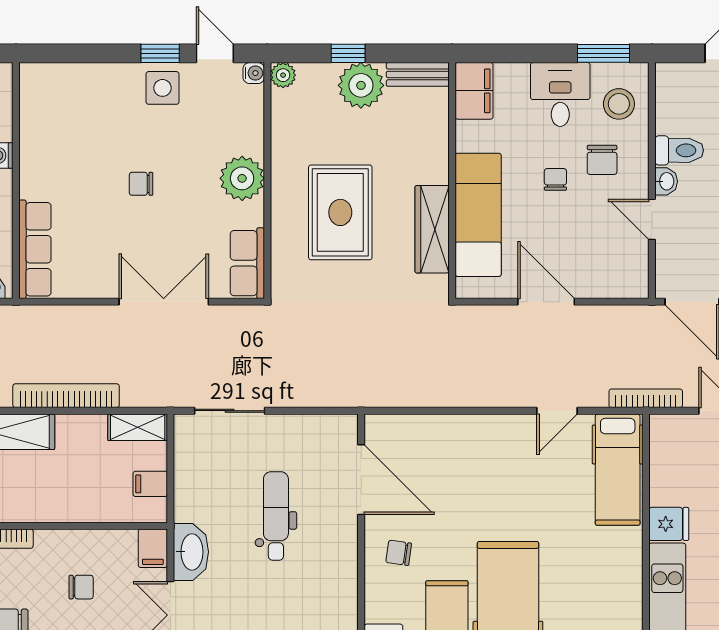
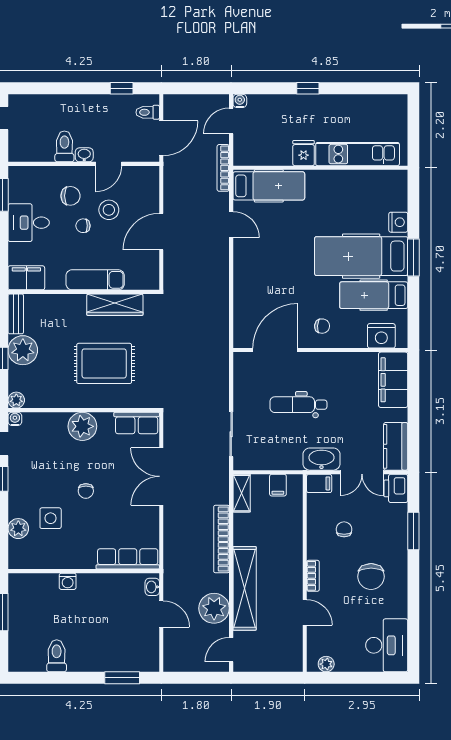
plant: (82, 78) -> (18, 529), added
side table: (163, 88) -> (51, 518), moved
stool: (619, 104) -> (109, 210), moved
exam couch: (478, 215) -> (95, 280), width x0.73, depth x0.69
chair: (399, 553) -> (322, 326), turned -94

